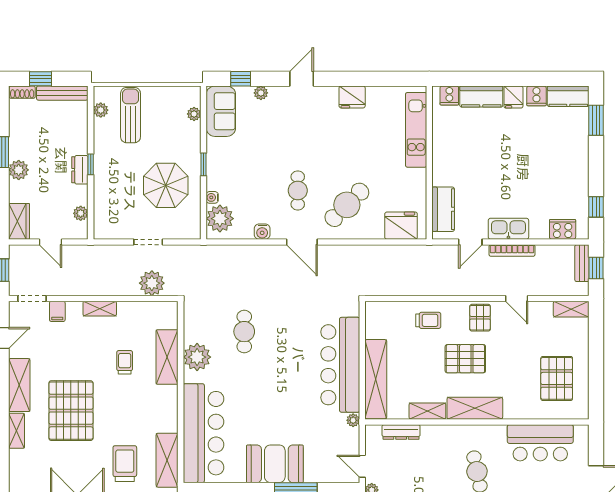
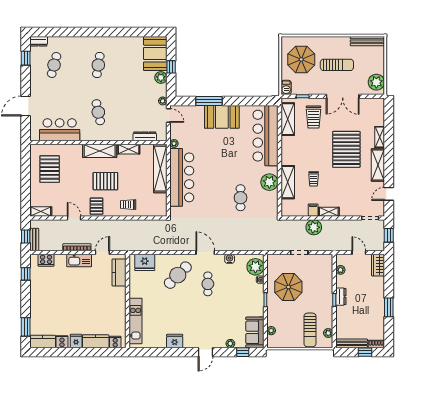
plant: (19, 170) -> (378, 296), removed
plant: (152, 283) -> (314, 227), moved
filing cabinet: (57, 311) -> (313, 210), moved

